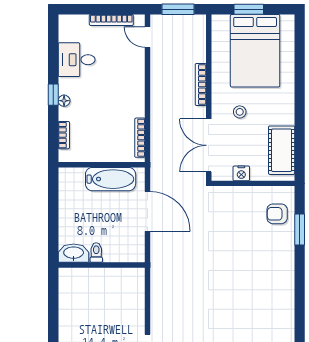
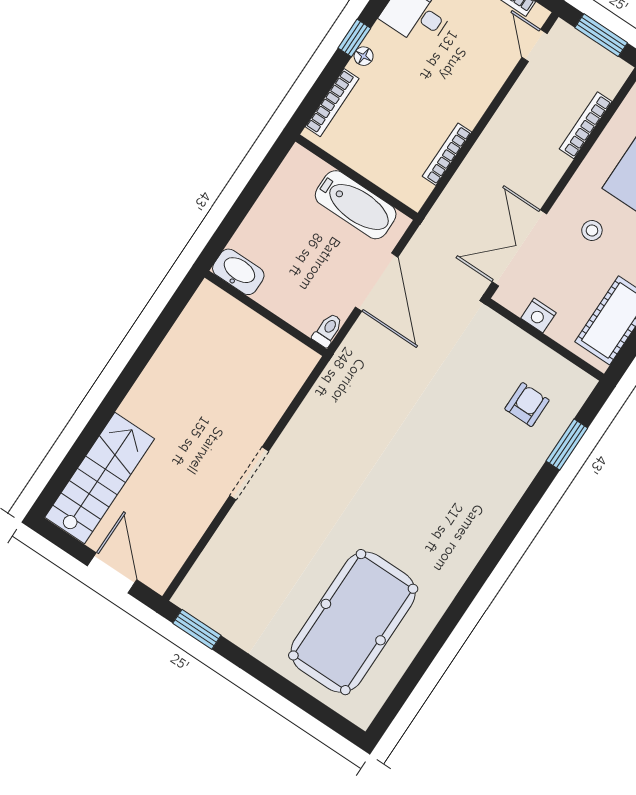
bookcase: (201, 85) -> (586, 125), moved
bookcase: (64, 135) -> (332, 103), width x1.56
bookcase: (140, 138) -> (447, 154), moved
armchair: (277, 214) -> (527, 405), moved, turned 90
toilet: (96, 253) -> (328, 330), moved

